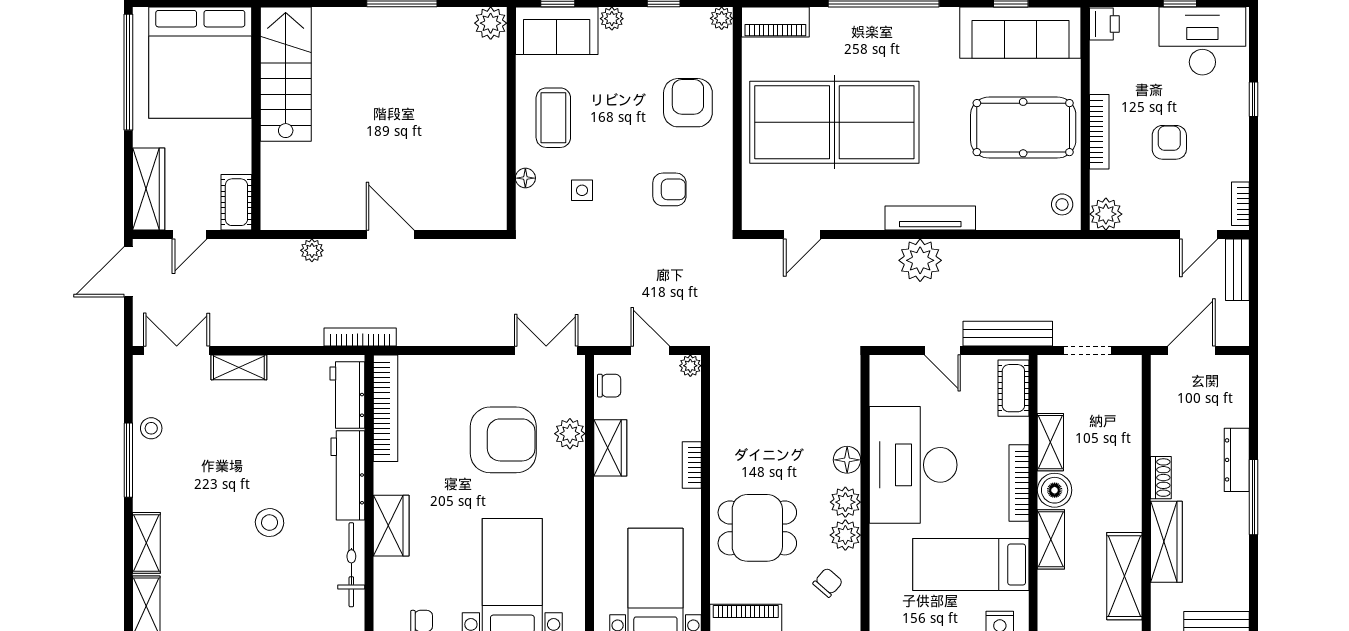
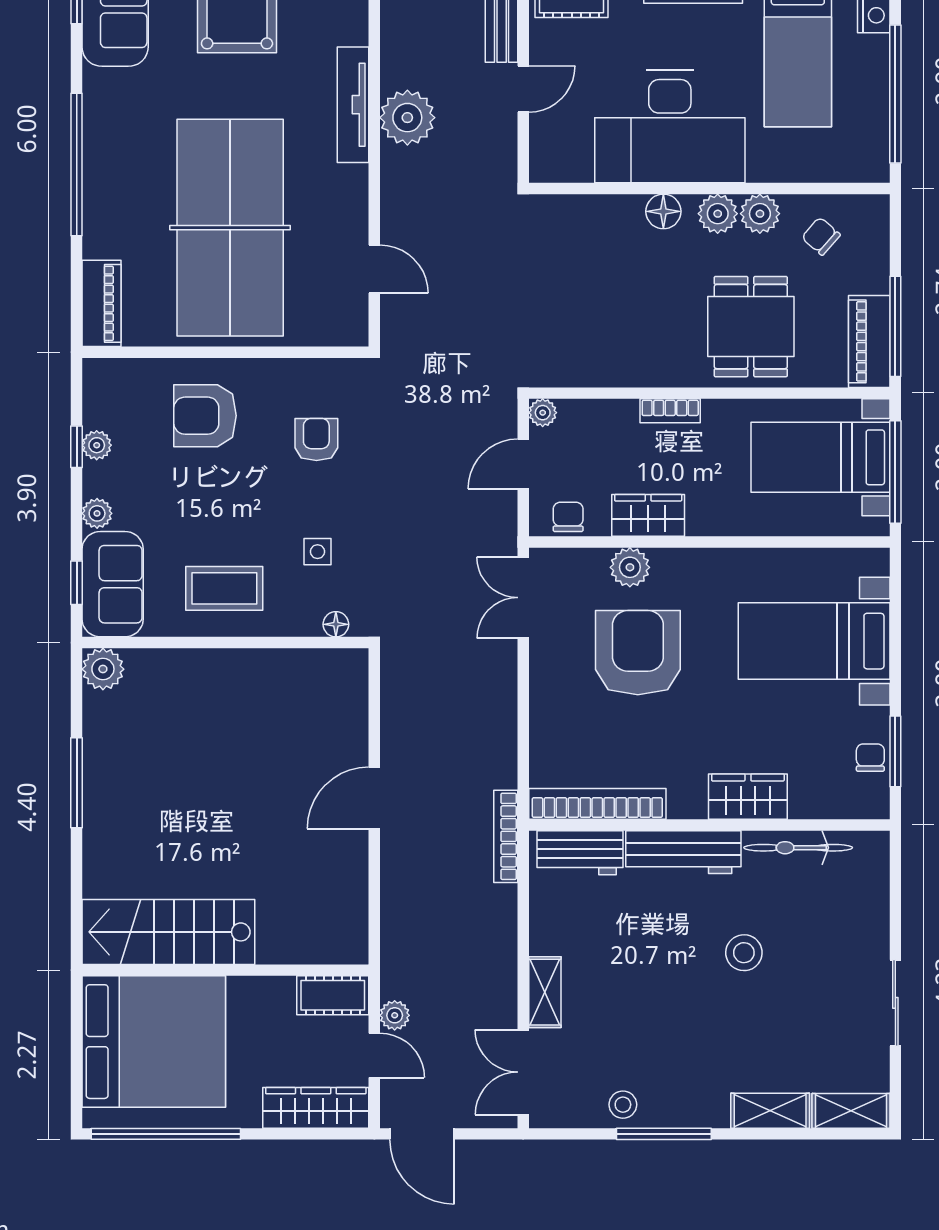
plant: (722, 18) -> (97, 445), moved
floor lamp: (525, 178) -> (336, 624), moved
plant: (312, 250) -> (395, 1015), moved

